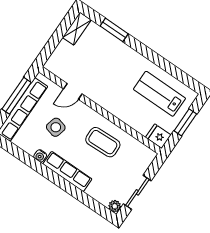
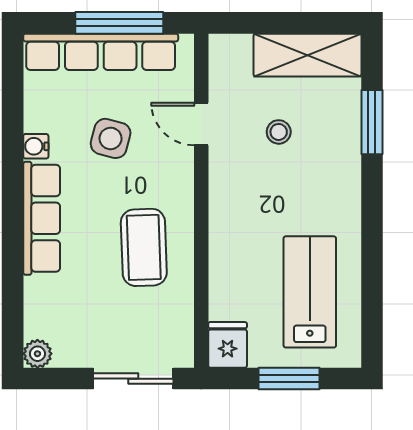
shelving: (77, 29) -> (307, 55), width x1.50, depth x1.33
stool: (95, 66) -> (279, 132), added
sliding door: (137, 192) -> (133, 379), moved

